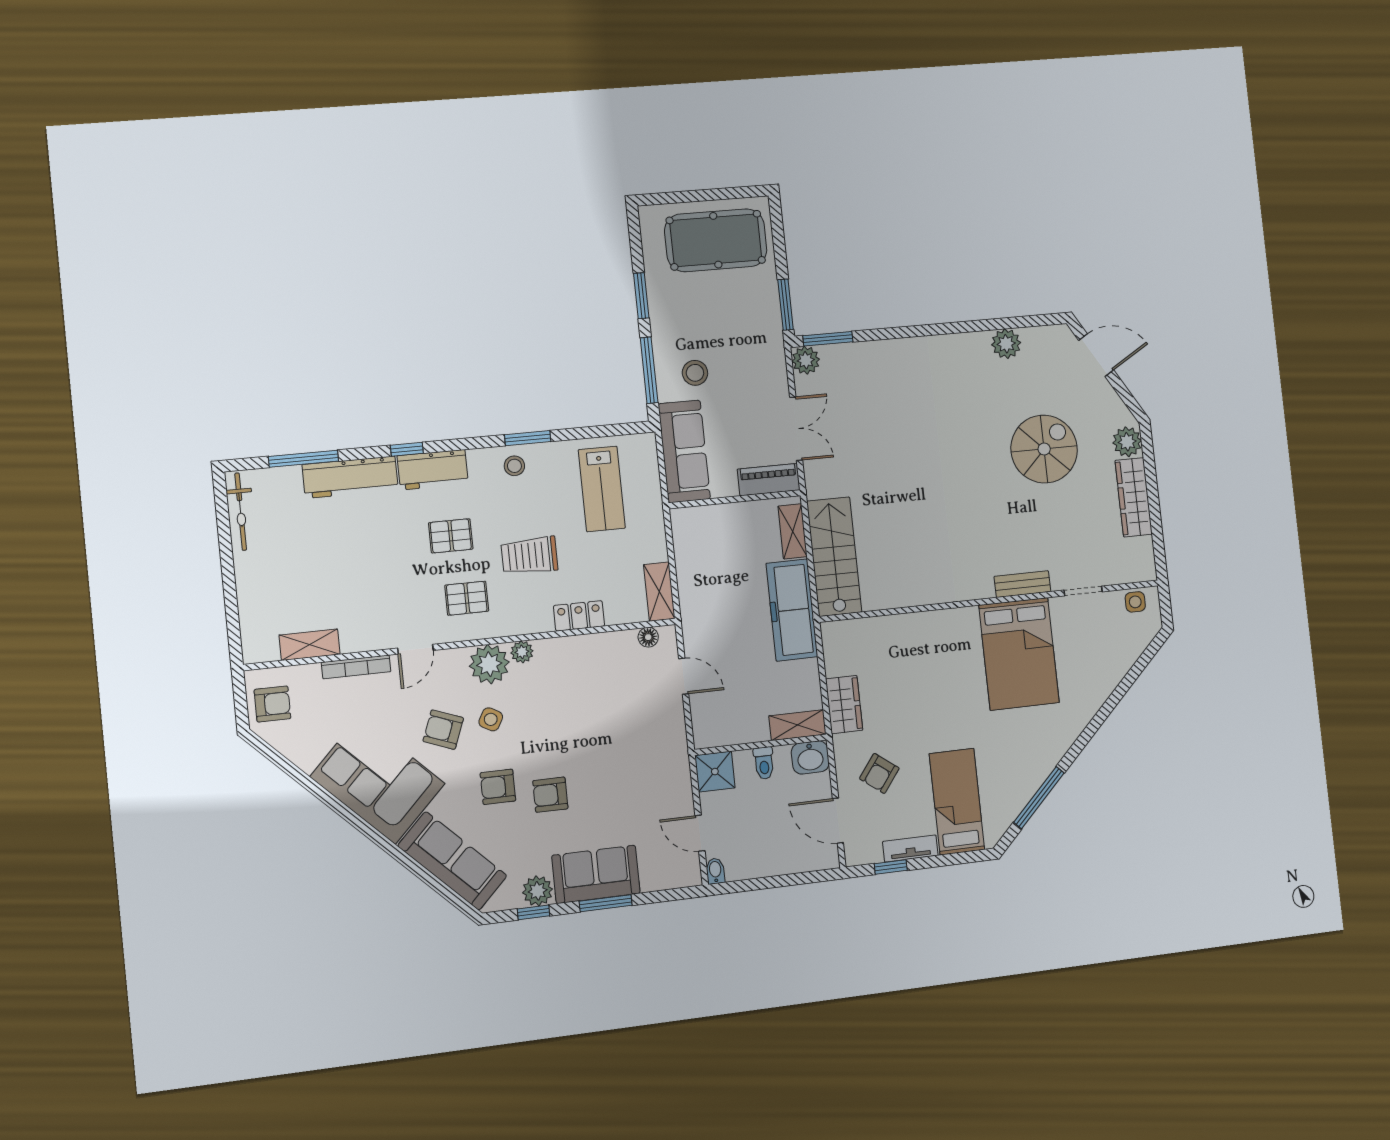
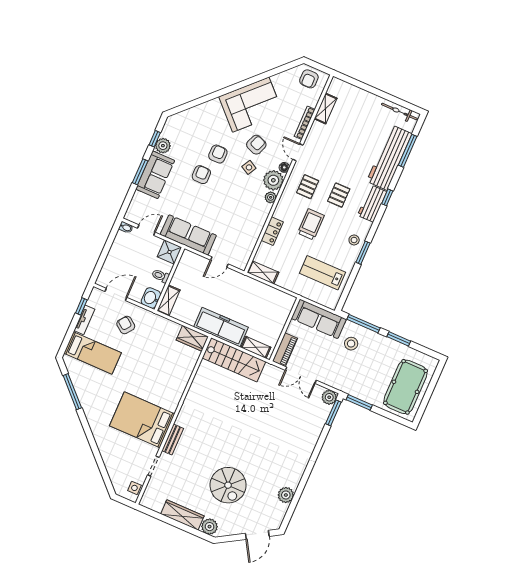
workbench: (350, 477) -> (389, 158), width x1.36, depth x1.32
floor lamp: (648, 637) -> (284, 167), moved
wardrobe: (844, 705) -> (192, 338), moved
sofa: (452, 861) -> (188, 235), moved, turned -135

